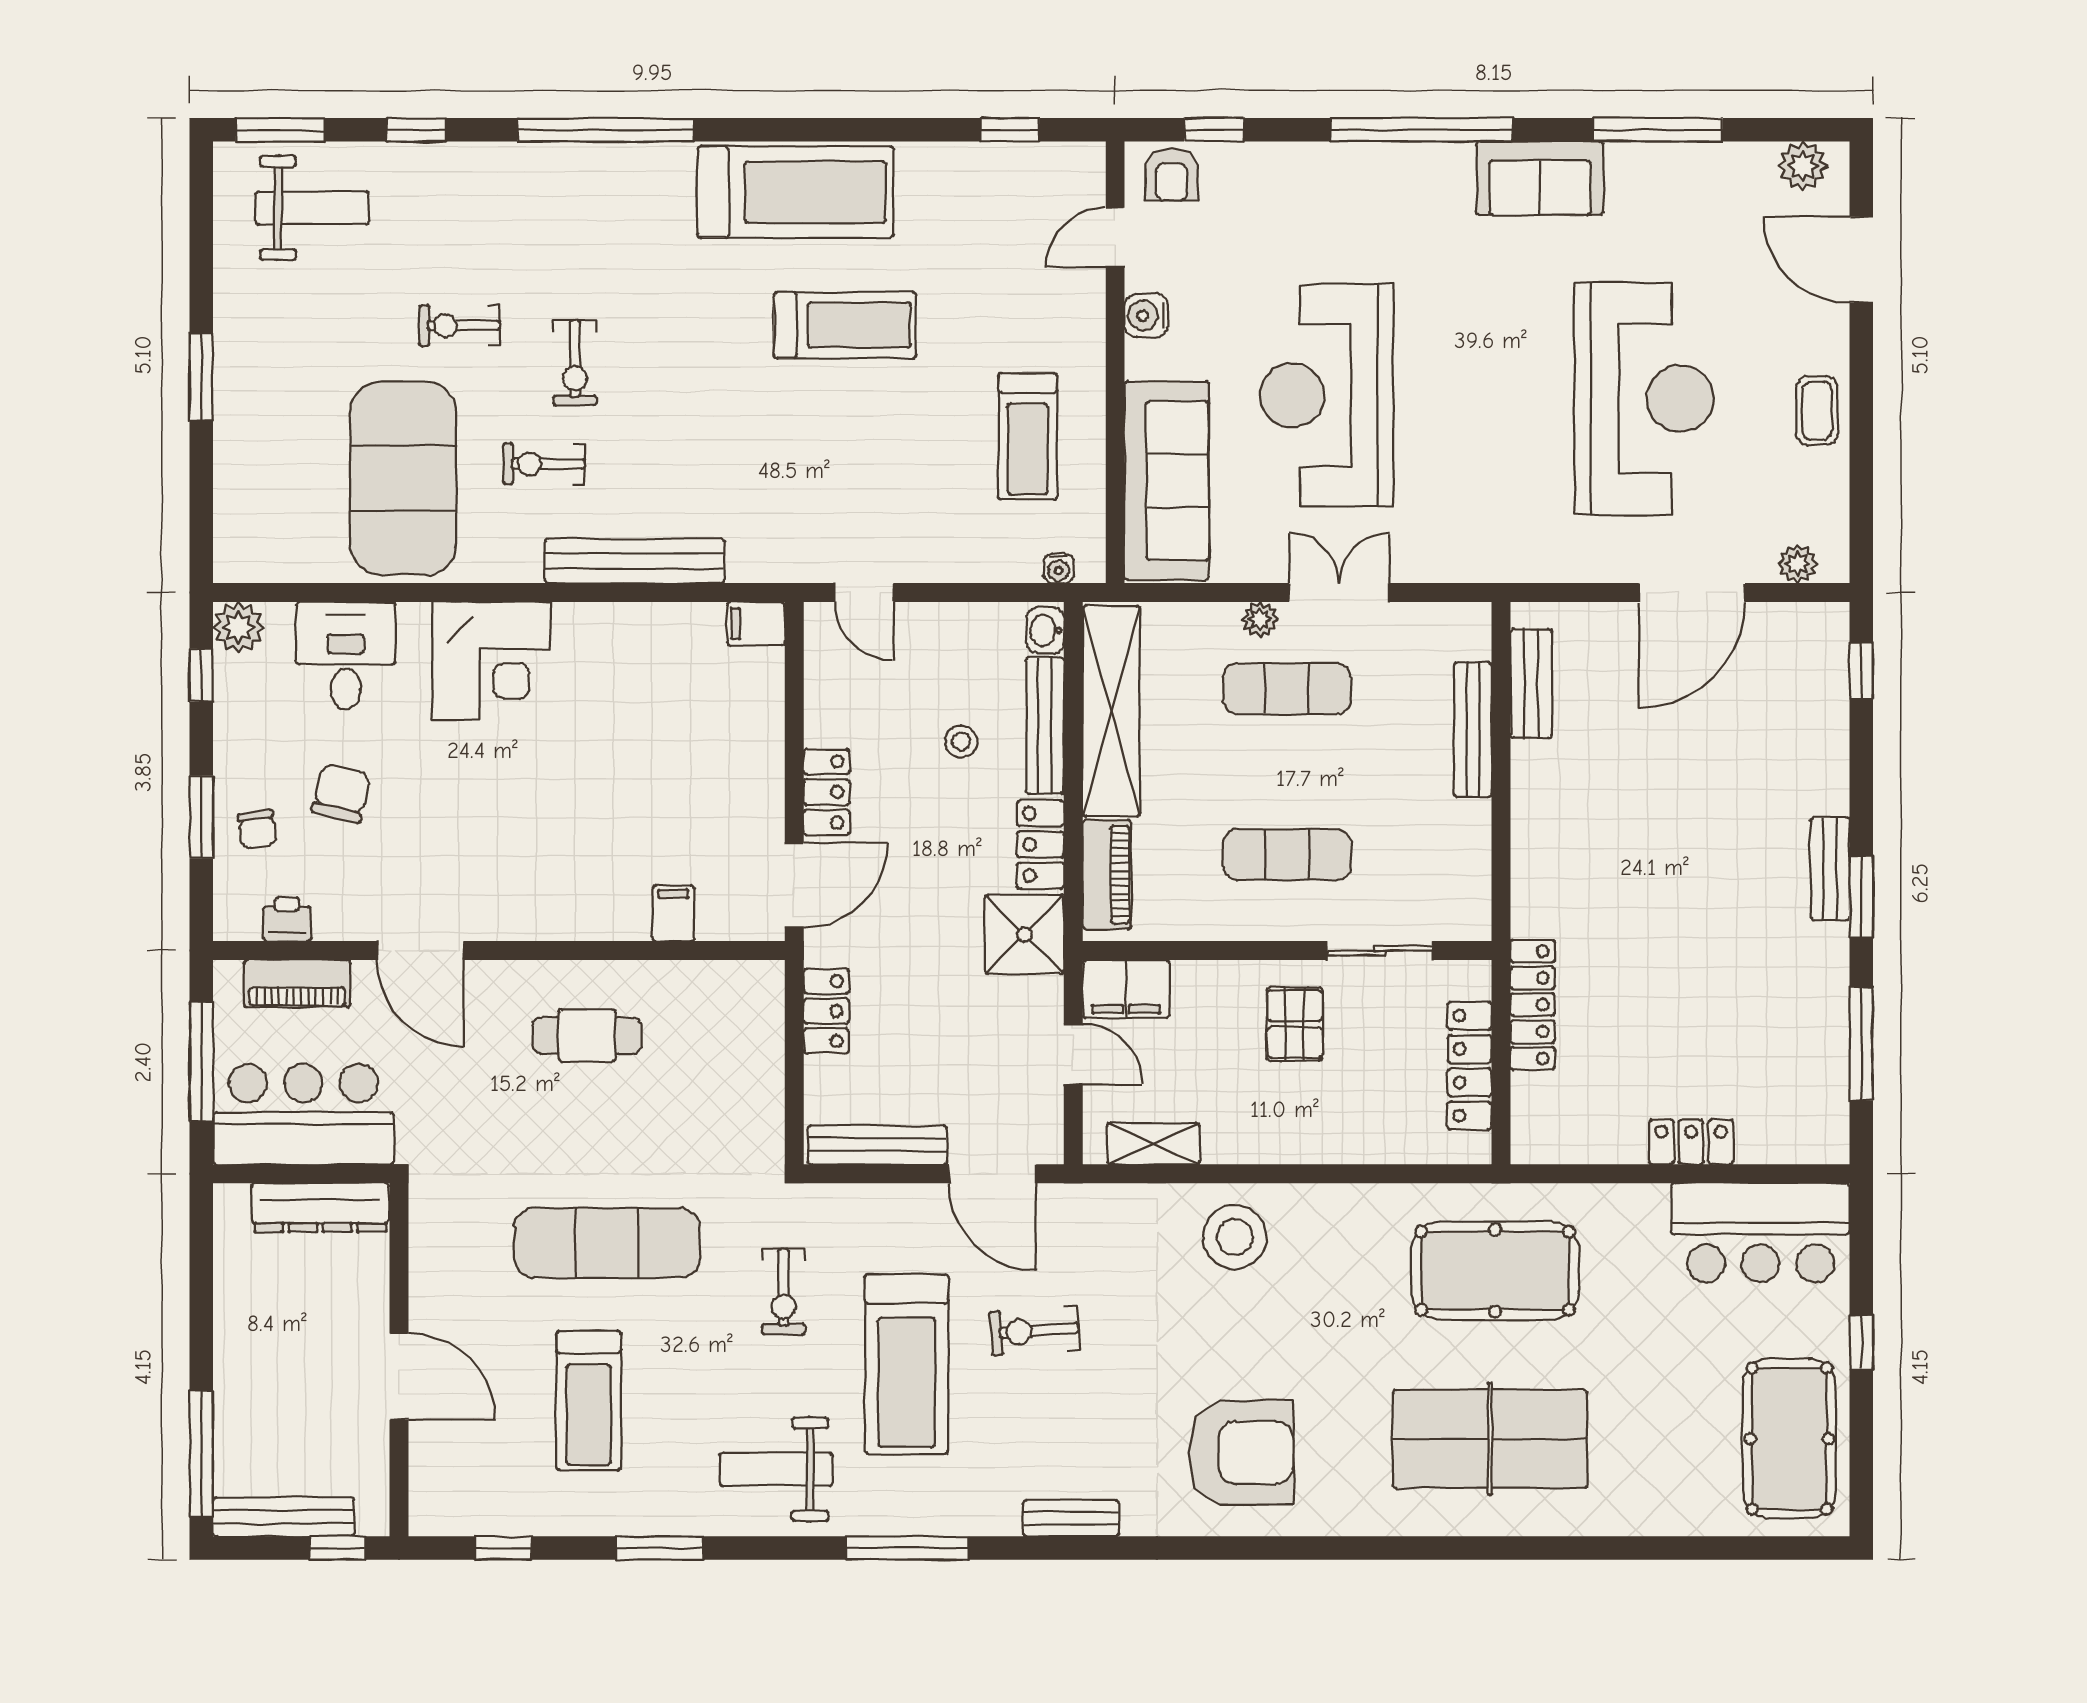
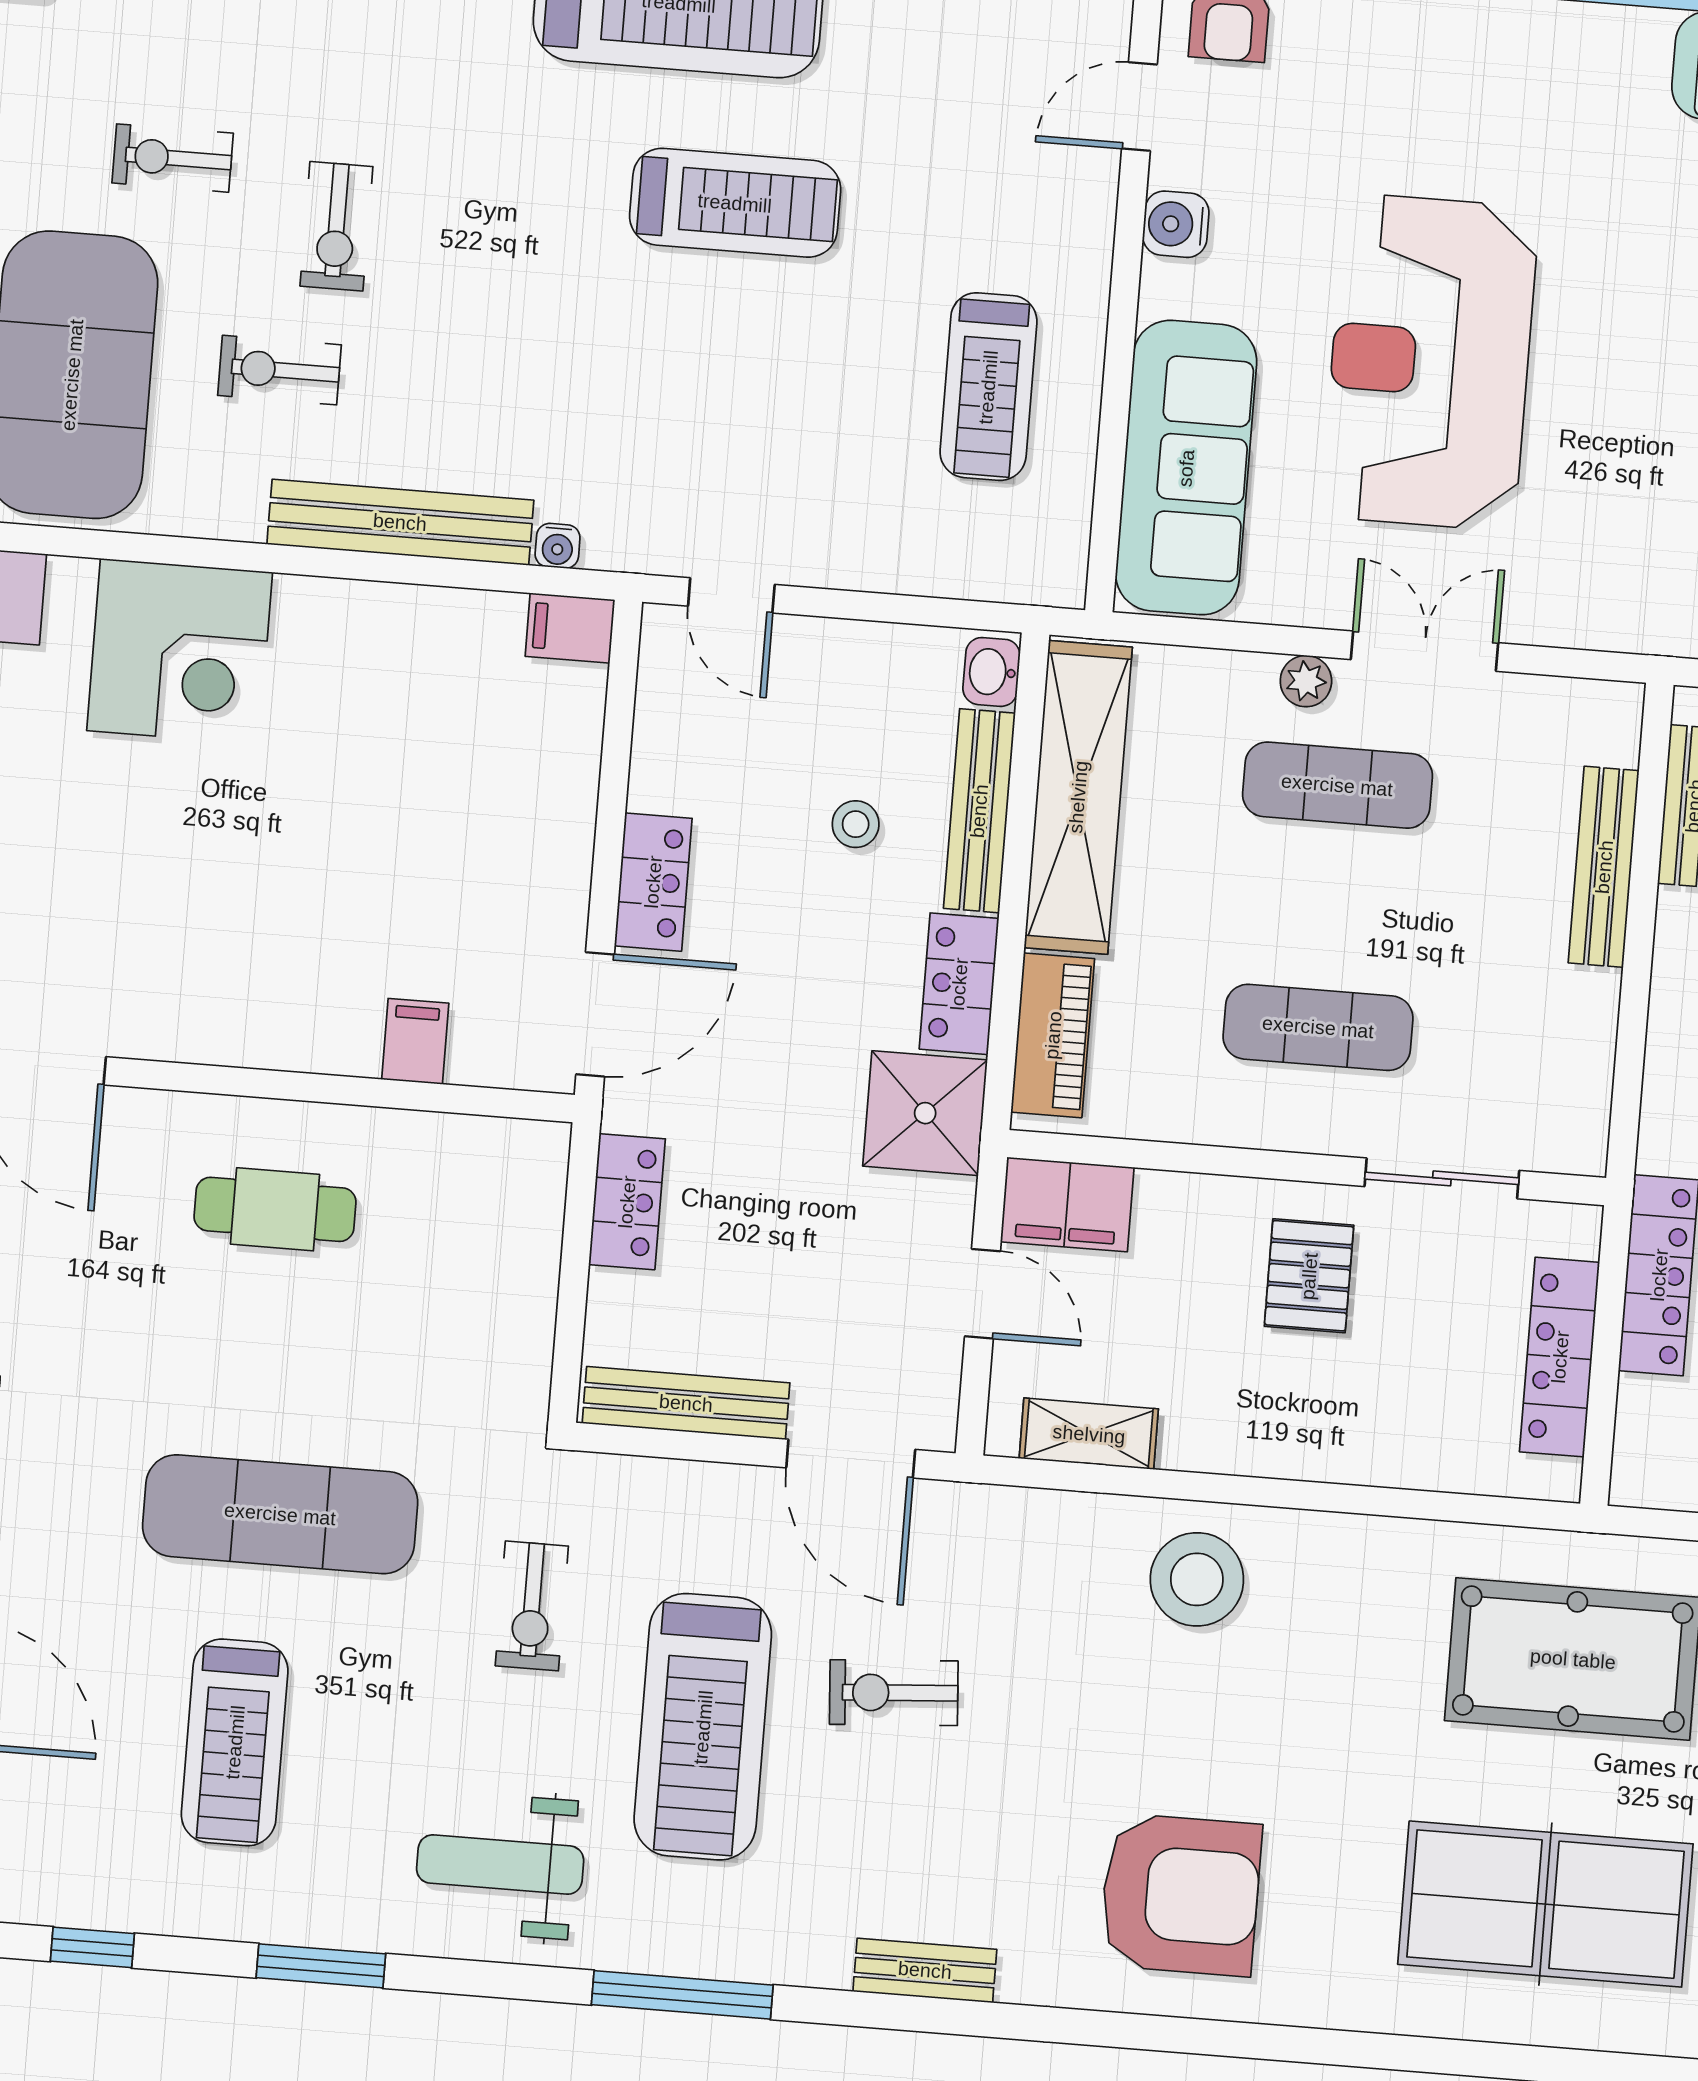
water cooler: (1059, 568) -> (558, 546), moved

